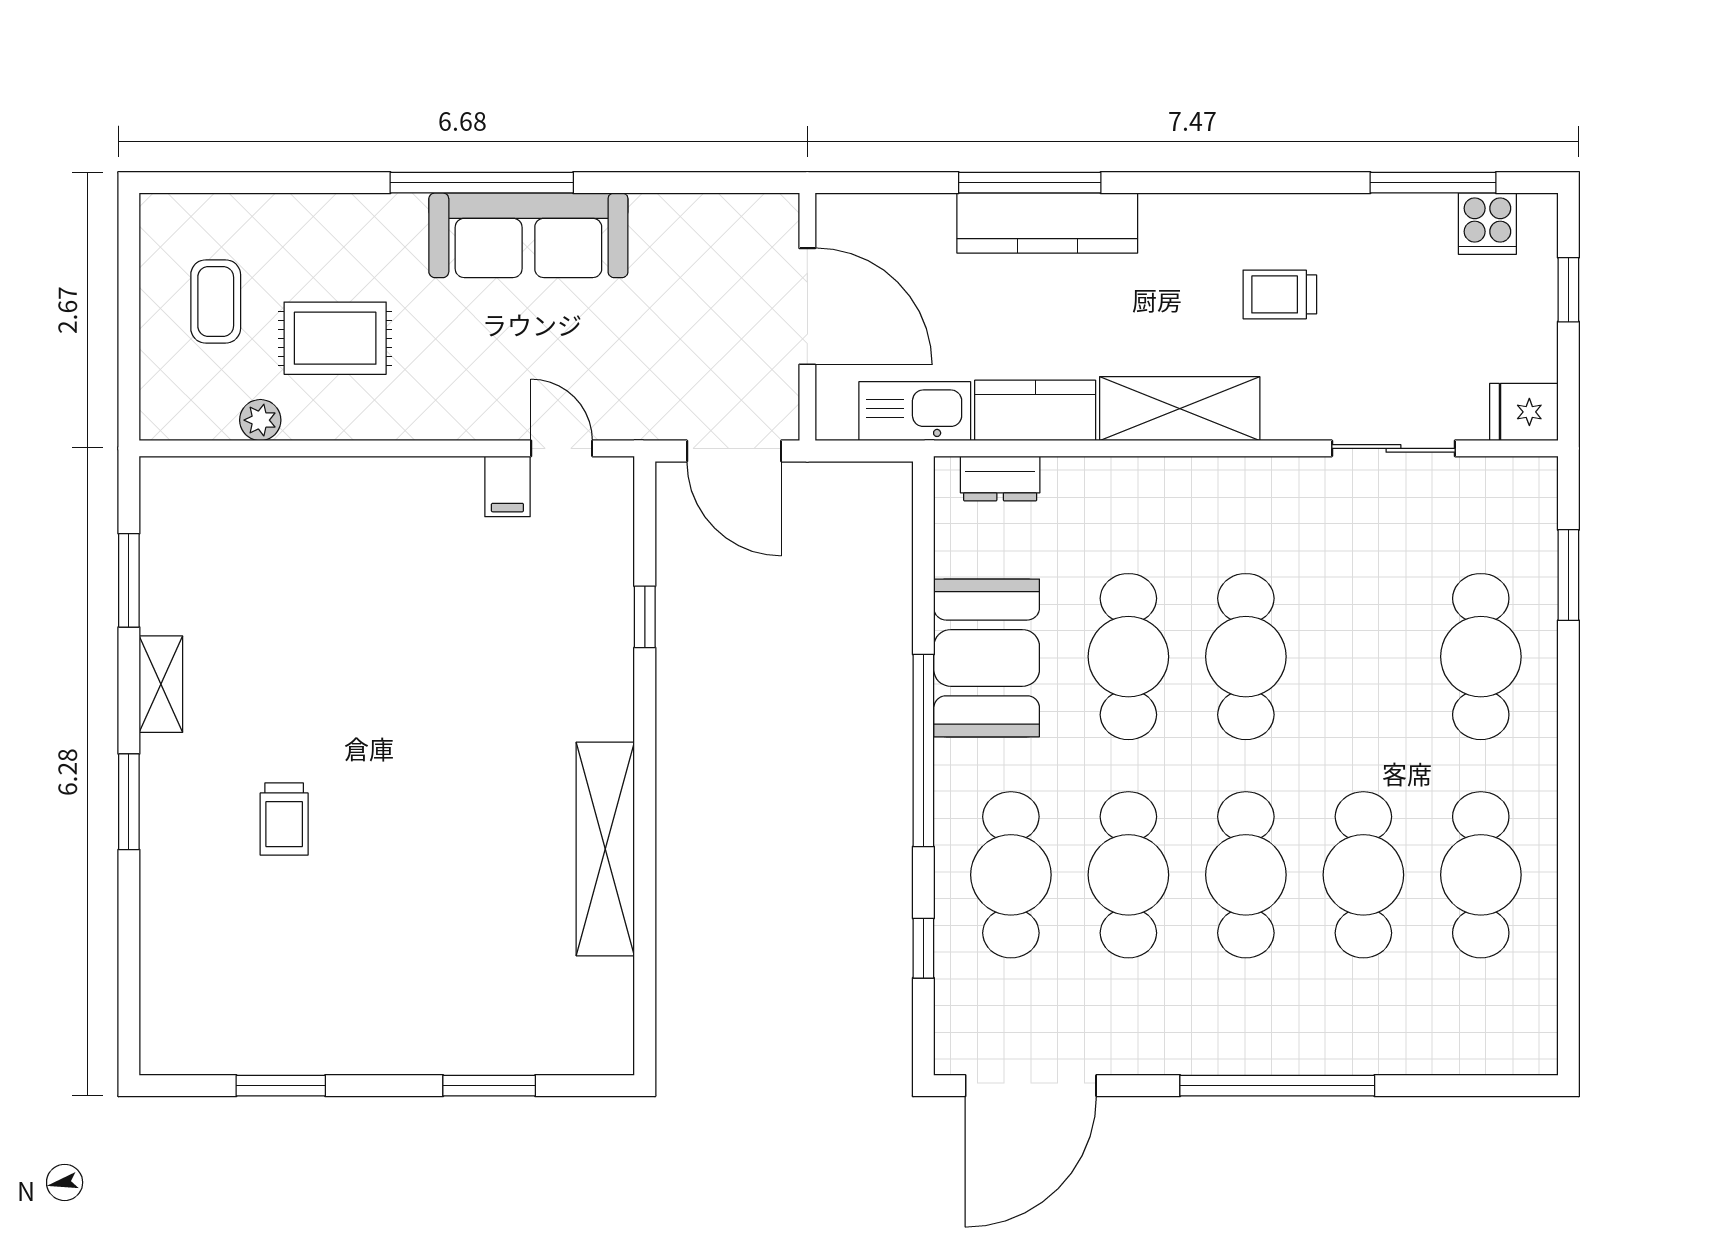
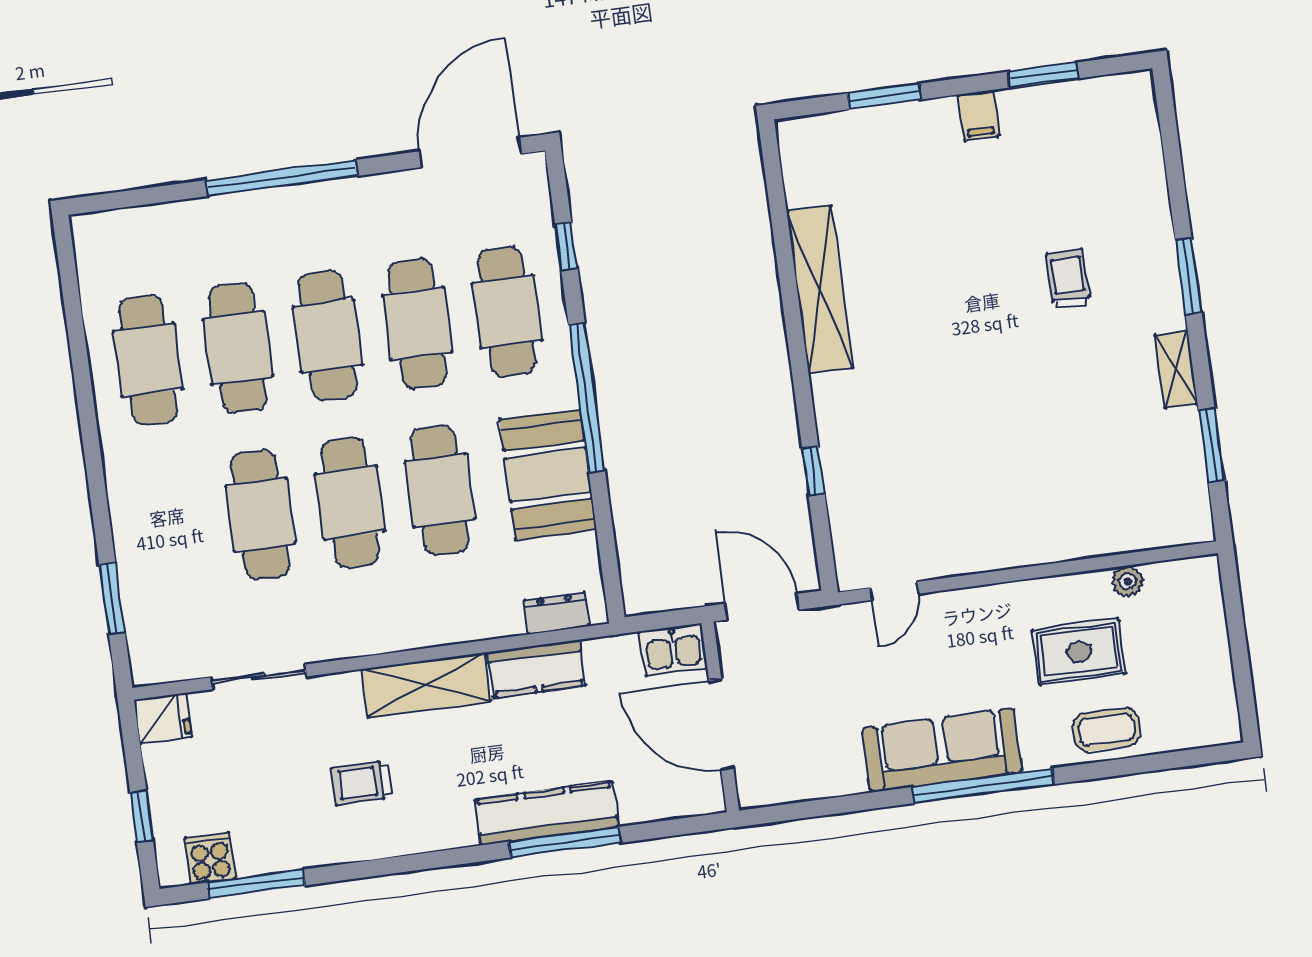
trolley: (1280, 294) -> (361, 783), turned 180
coffee table: (216, 301) -> (1106, 730), moved, turned 90
kitchen sink: (915, 411) -> (673, 650), moved, width x0.73
door: (562, 448) -> (894, 591), hinge flipped
filing cabinet: (507, 486) -> (979, 115), moved, turned 180
cafe table: (1481, 657) -> (260, 515), moved

